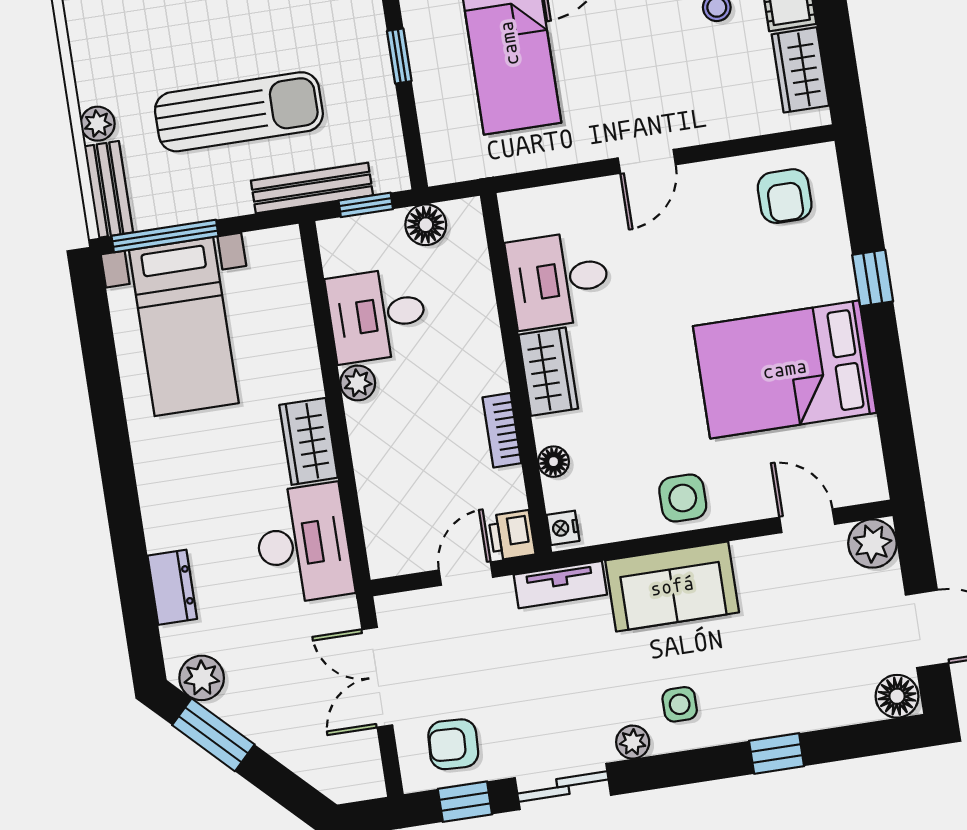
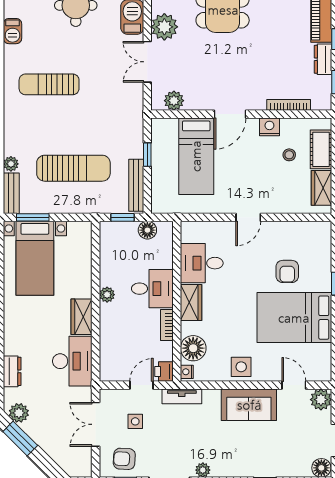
bench: (312, 188) -> (136, 185), moved, turned 90
armchair: (785, 196) -> (287, 271), moved
window: (165, 236) -> (33, 217), width x0.69
desk: (377, 315) -> (152, 289), moved, turned 180
floor lamp: (554, 462) -> (193, 348), width x1.89, depth x1.89
sofa: (672, 586) -> (249, 405), moved
side table: (680, 704) -> (135, 421), moved

